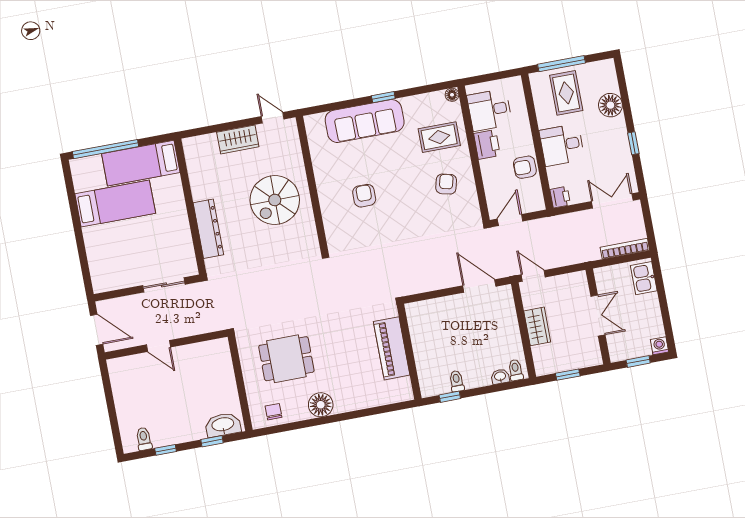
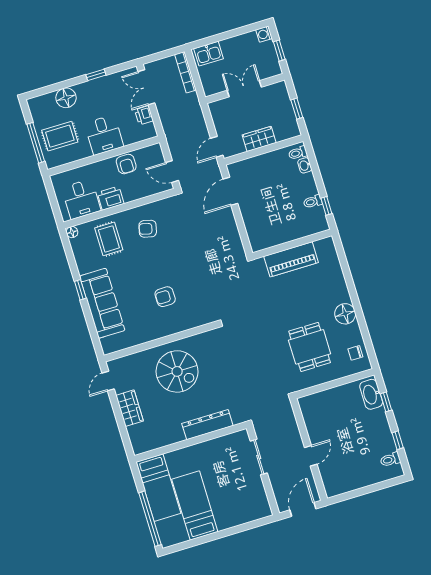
printer: (560, 197) -> (144, 115), moved, turned -90

